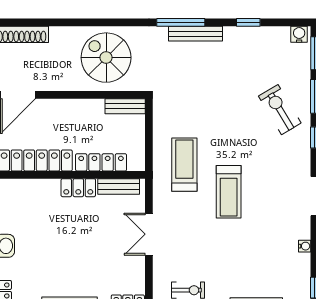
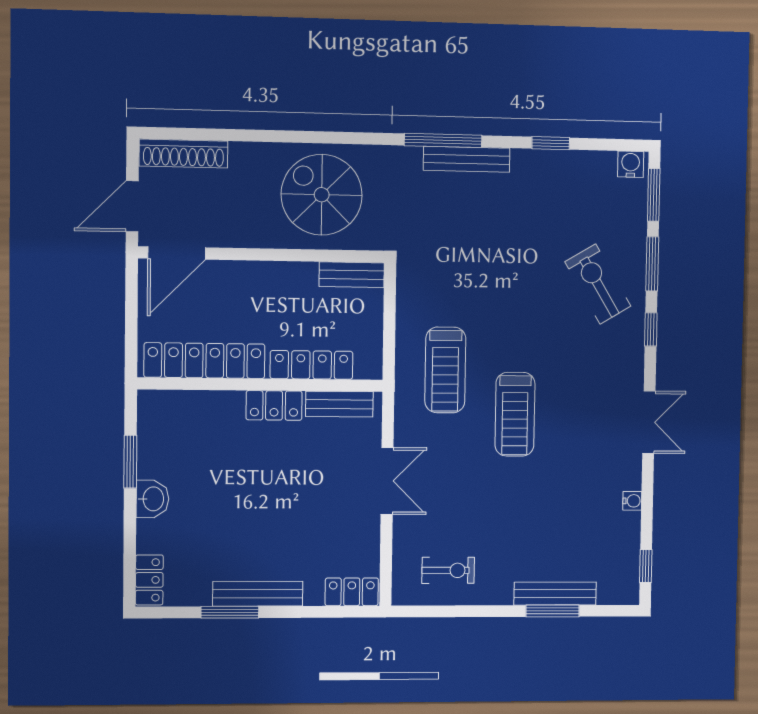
treadmill: (184, 165) -> (445, 370), turned 180
double door: (149, 234) -> (387, 481), swing flipped

